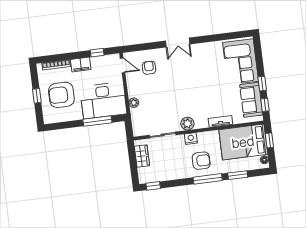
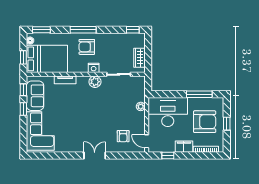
window: (97, 121) -> (199, 94), moved
window: (238, 175) -> (41, 30), moved

